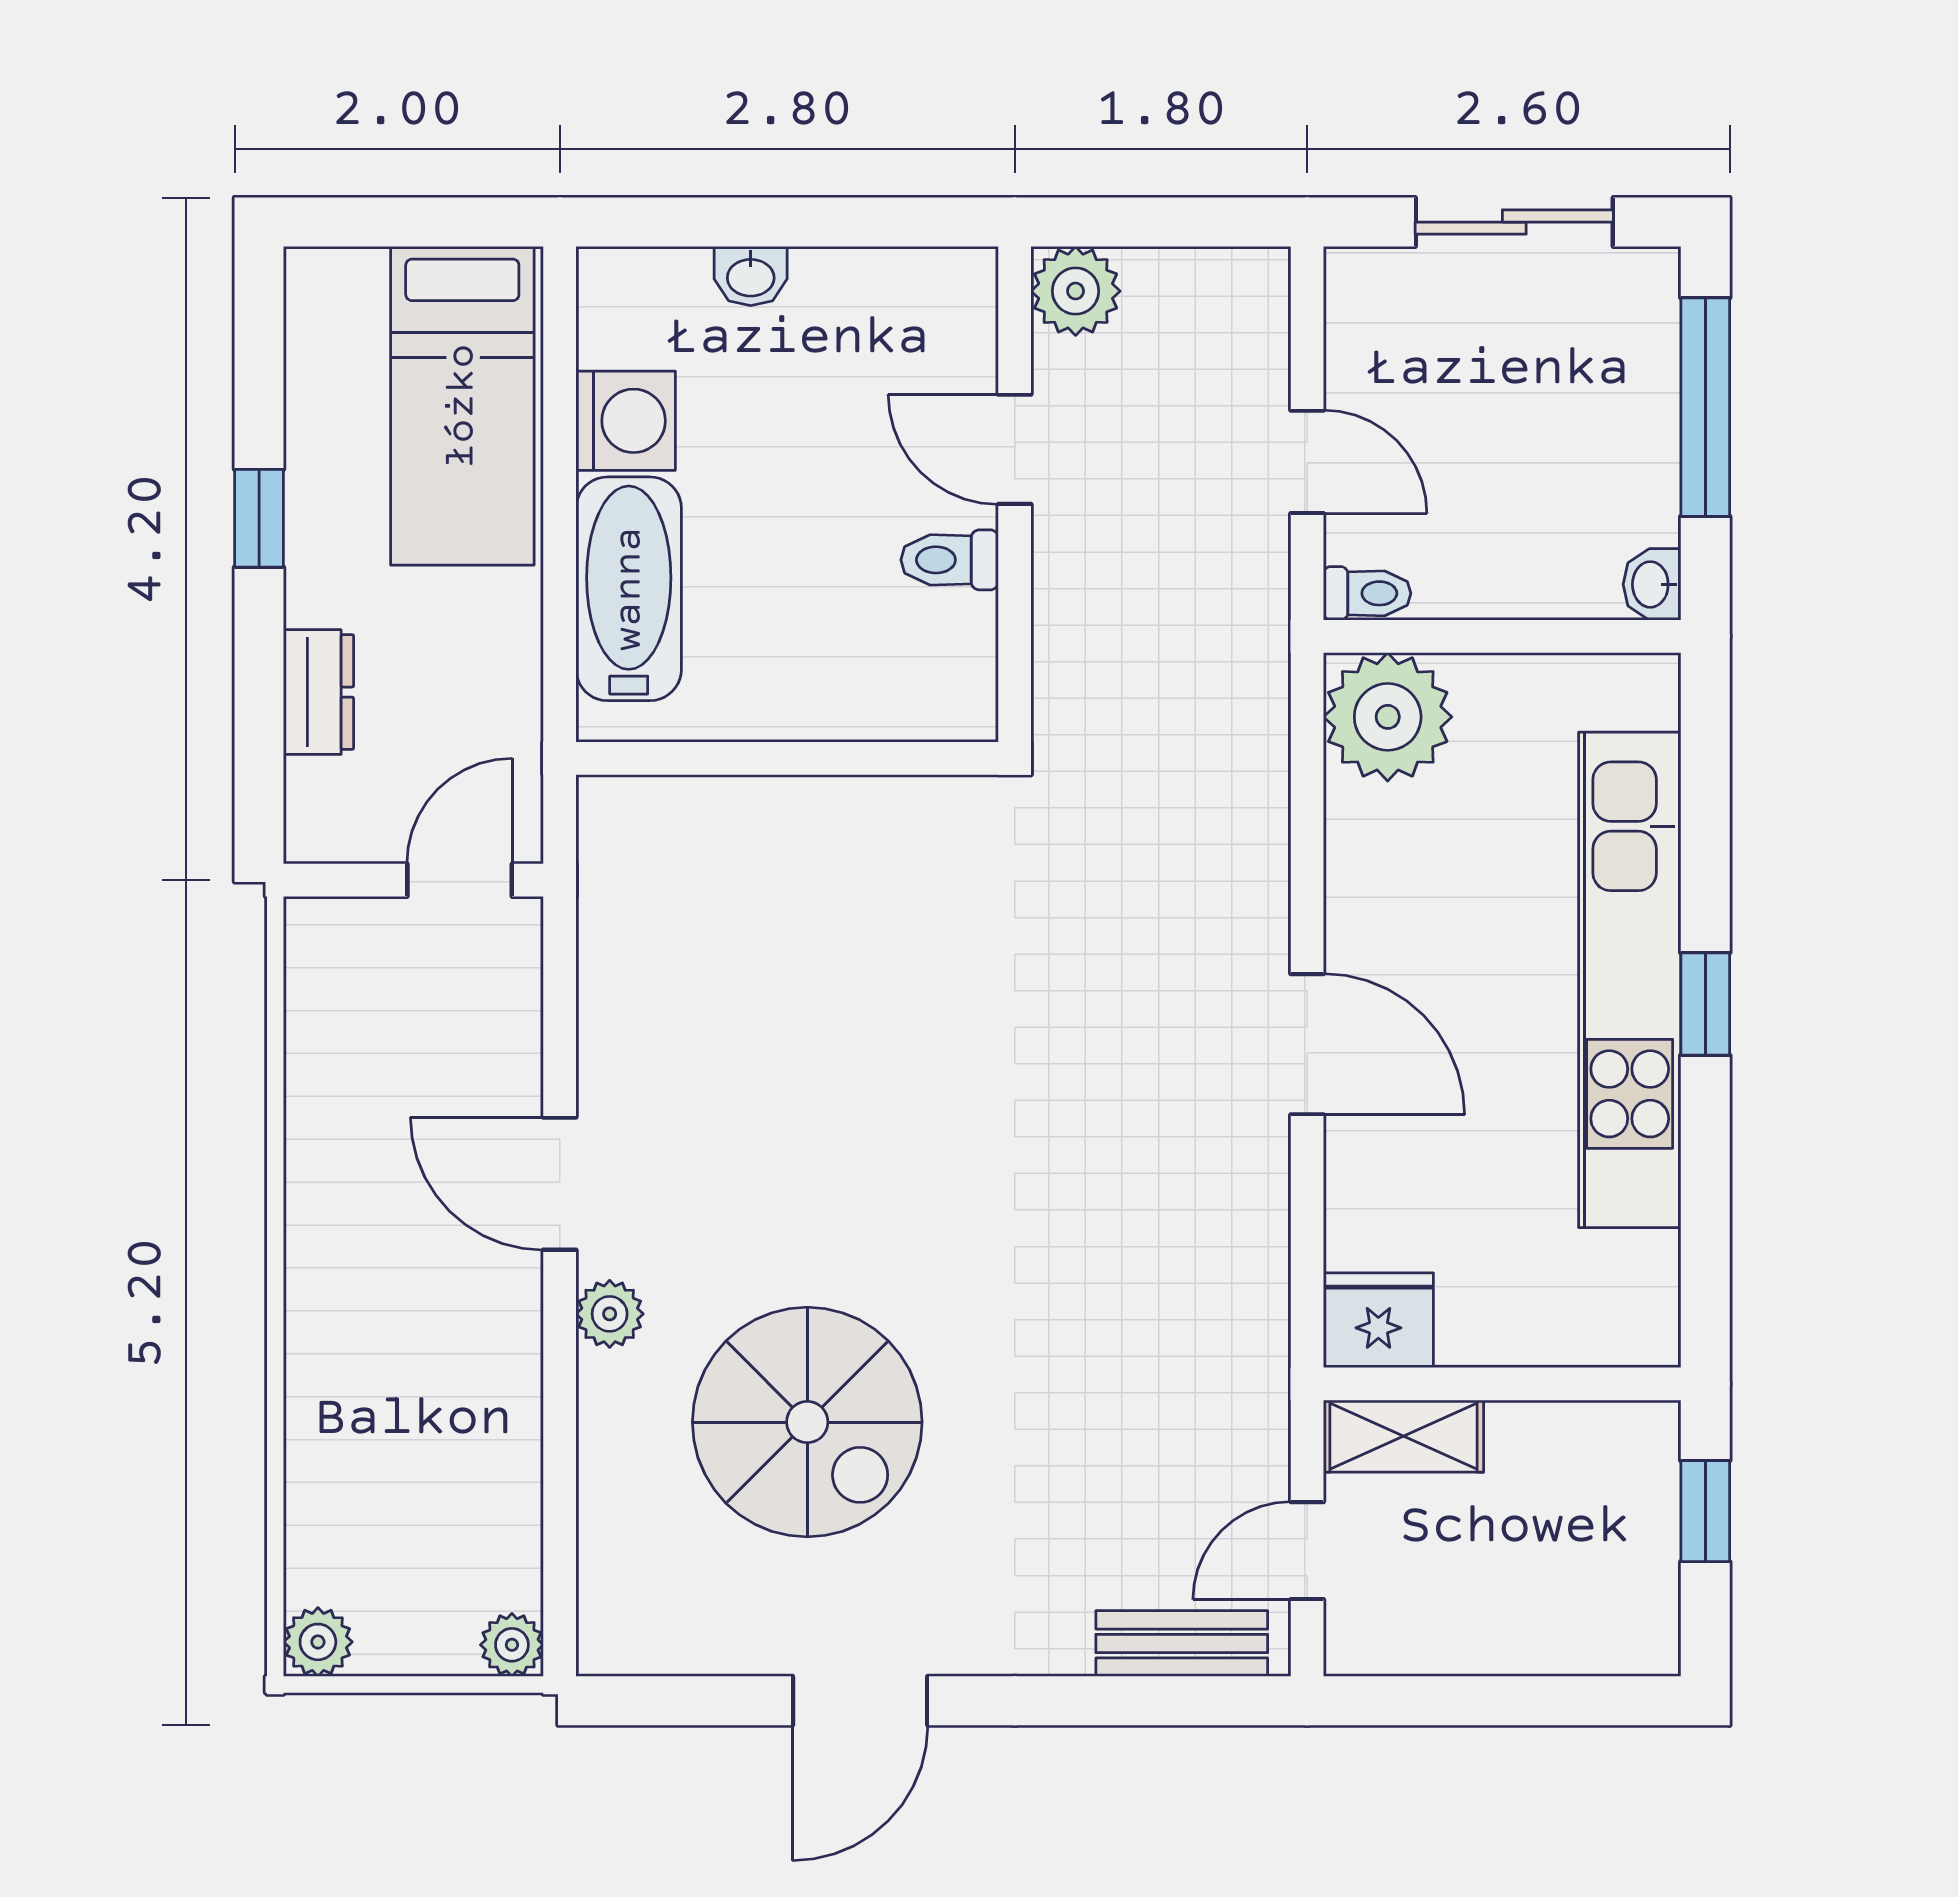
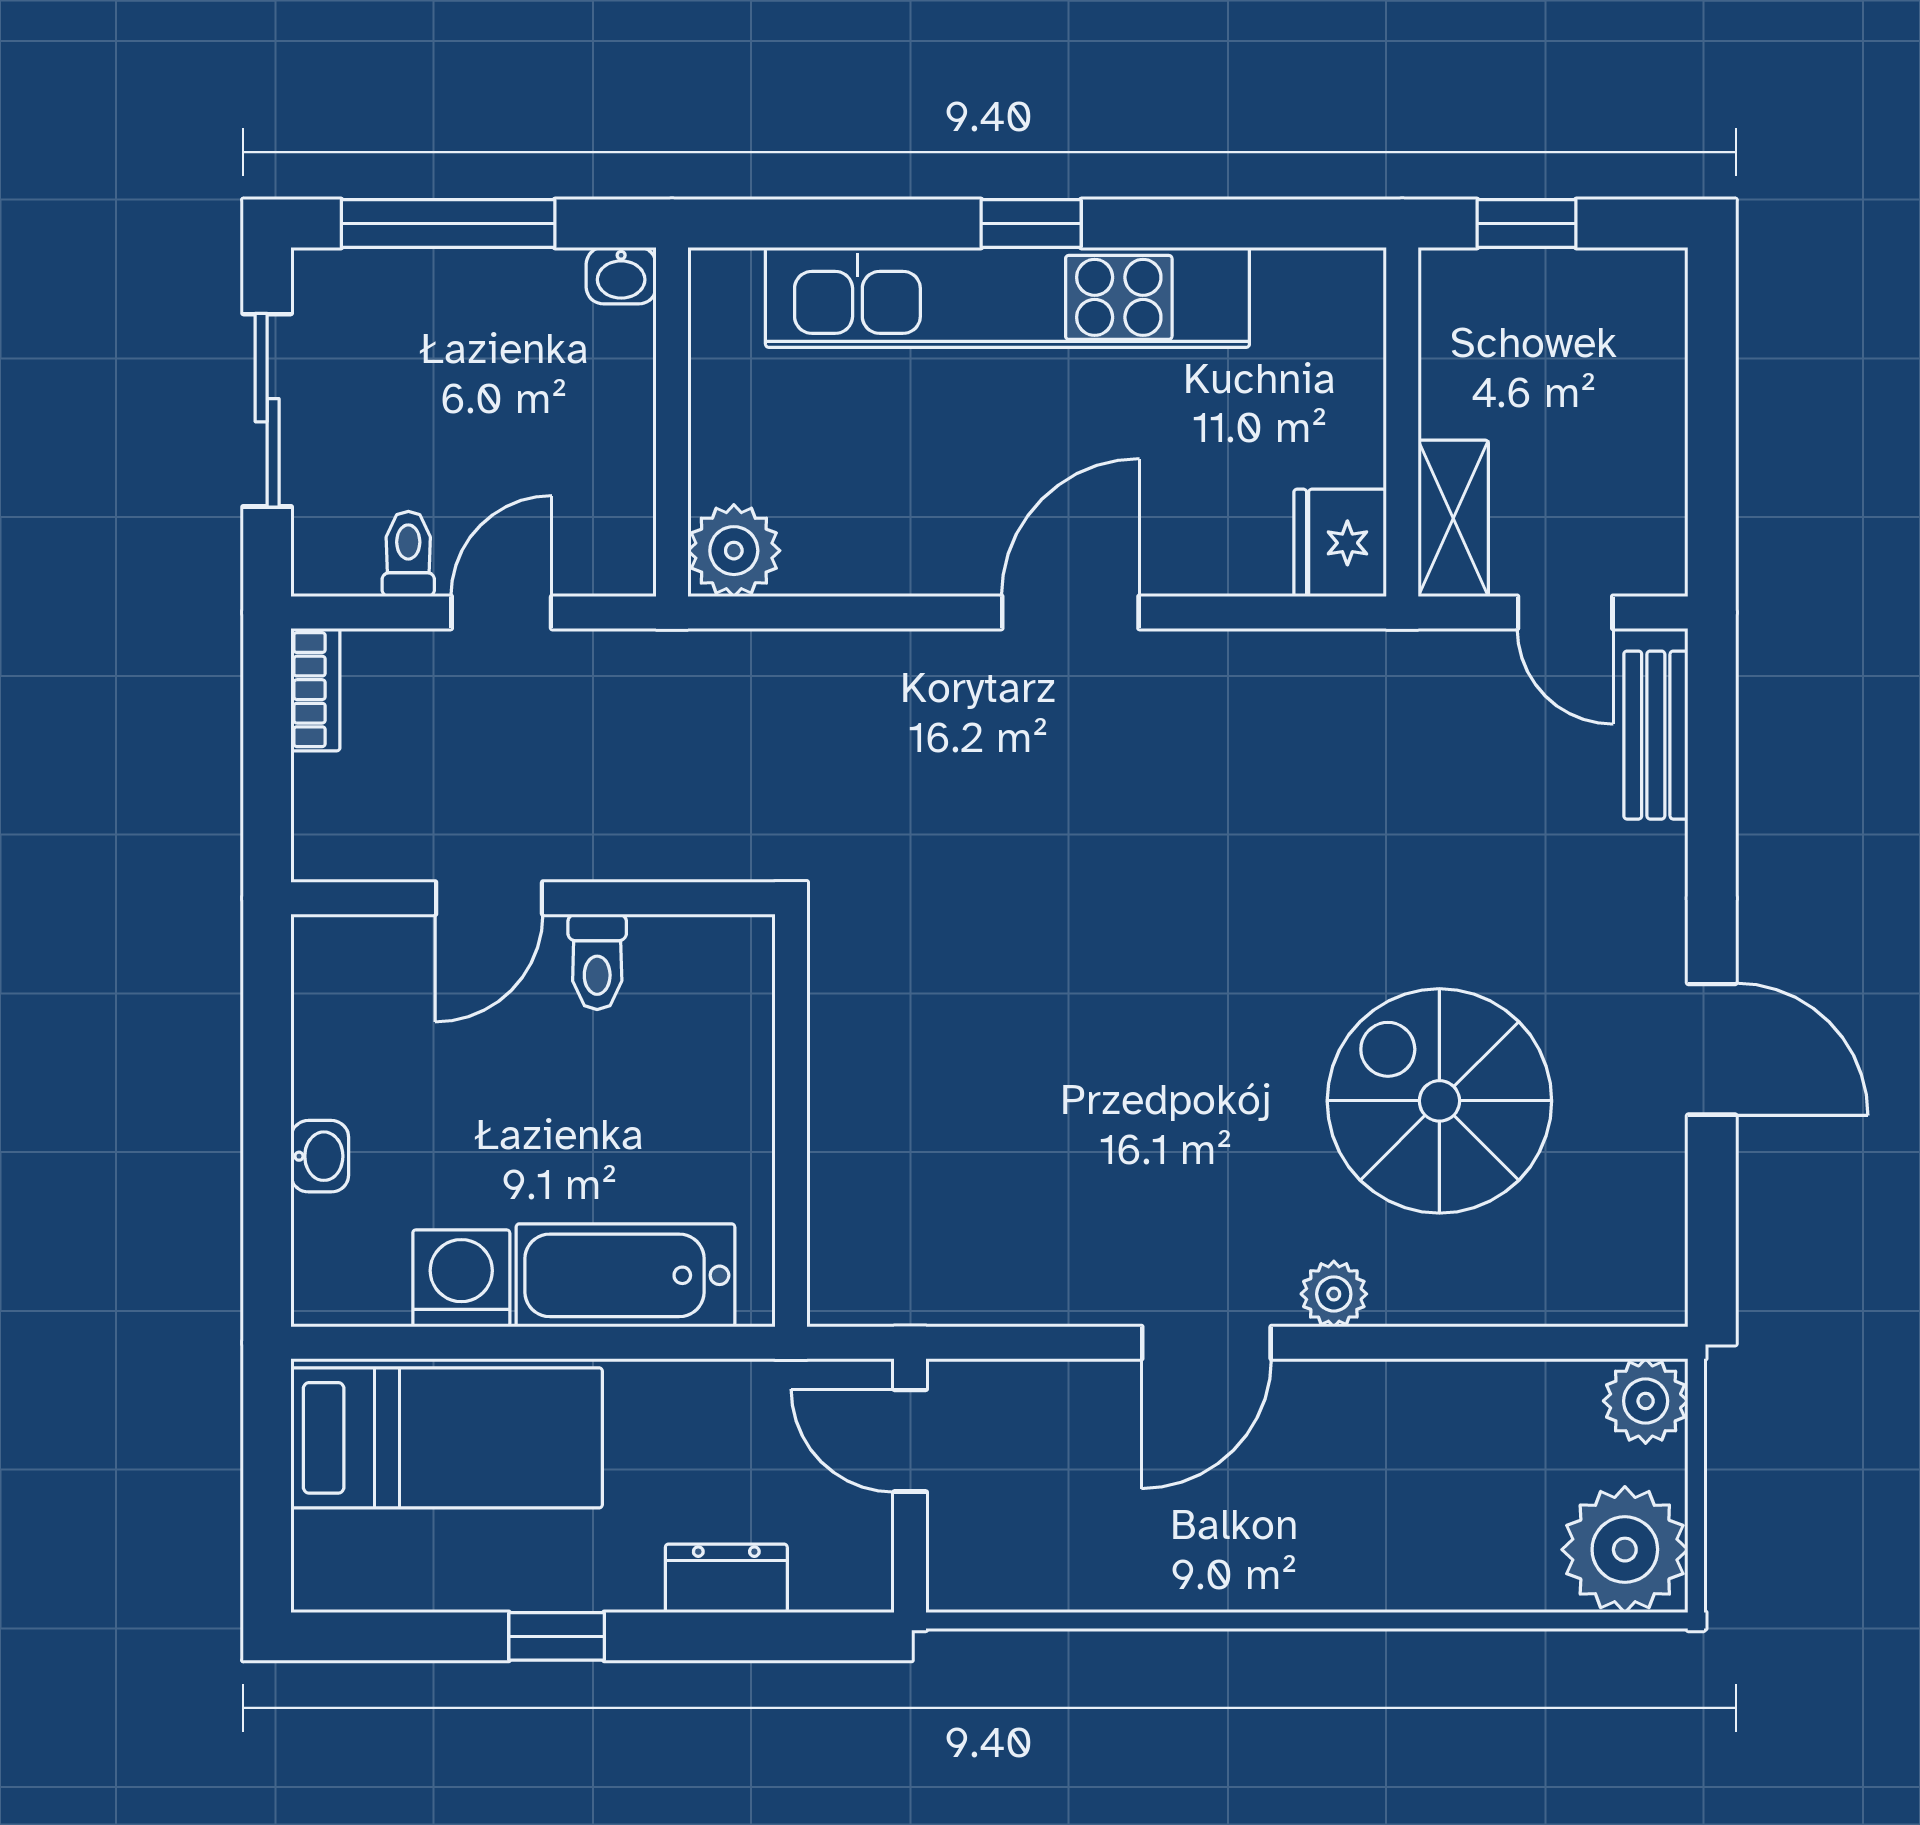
bookcase: (1228, 271) -> (315, 690), added
plant: (1076, 291) -> (334, 839), removed
toilet: (1367, 593) -> (408, 554), moved
plant: (1388, 717) -> (734, 551), width x0.73, depth x0.73
spiral stairs: (807, 1422) -> (1439, 1101), turned -90
plant: (318, 1642) -> (1625, 1550), width x1.88, depth x1.88
plant: (512, 1645) -> (1646, 1401), width x1.38, depth x1.38

